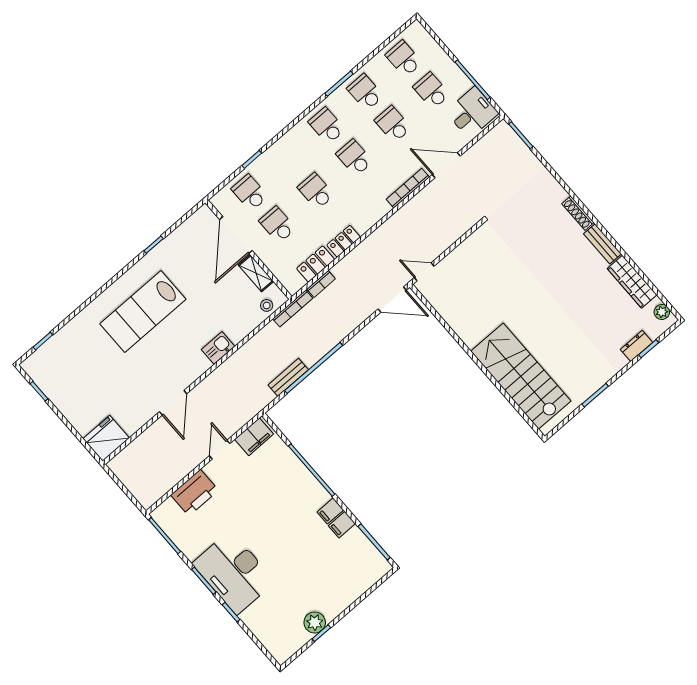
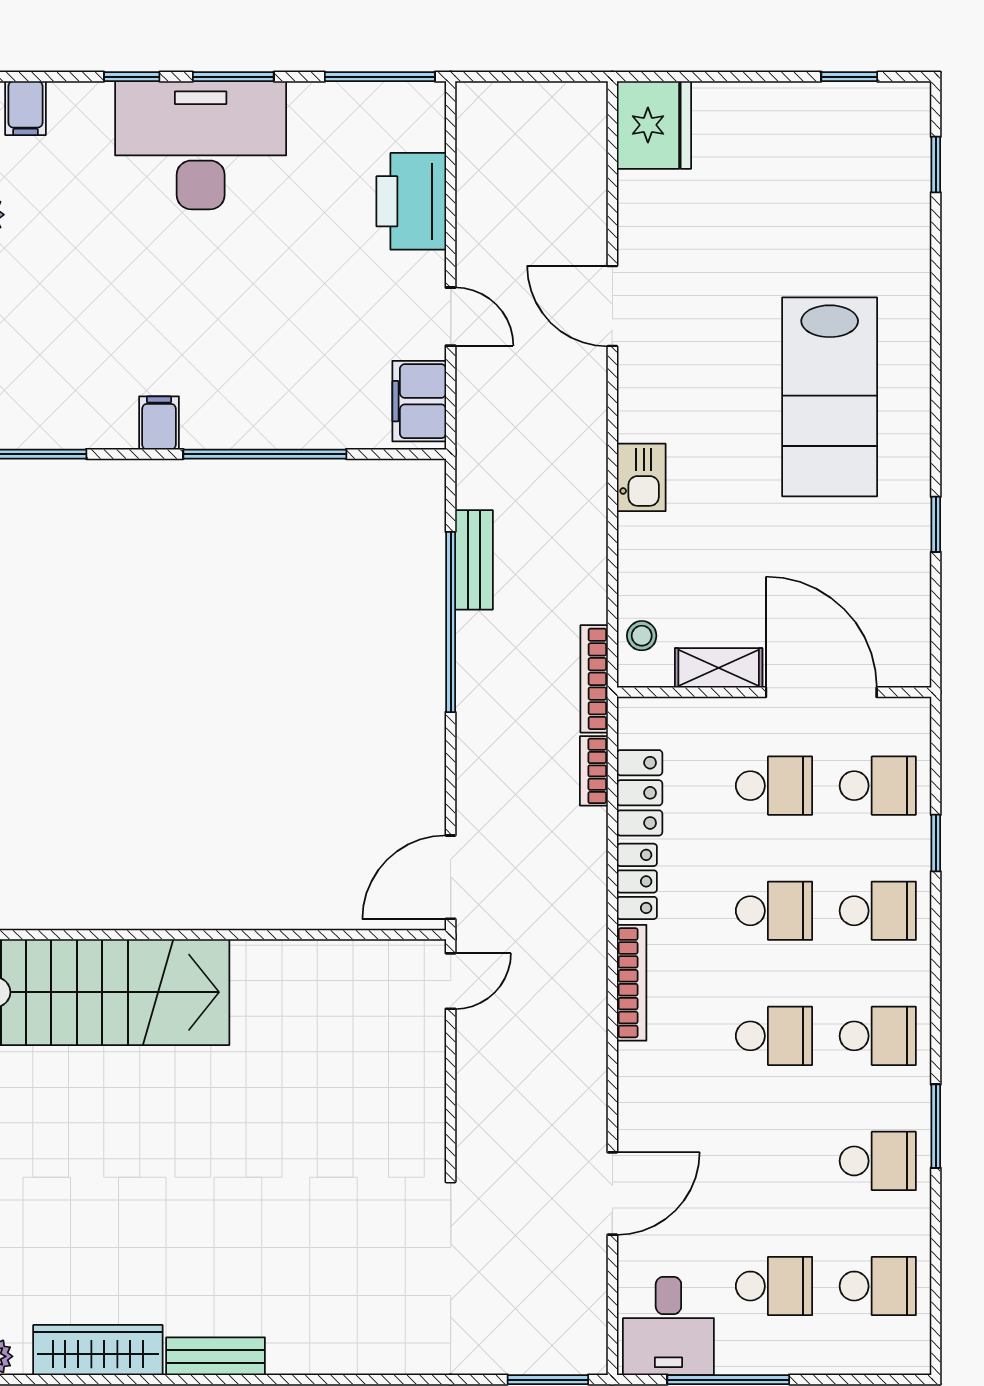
school desk: (393, 124) -> (878, 911), moved
bookcase: (408, 188) -> (632, 983), moved
shoe rack: (578, 213) -> (312, 1360), removed
lab bench: (143, 311) -> (830, 397), turned 180
filing cabinet: (342, 525) -> (25, 108), moved, turned 180

